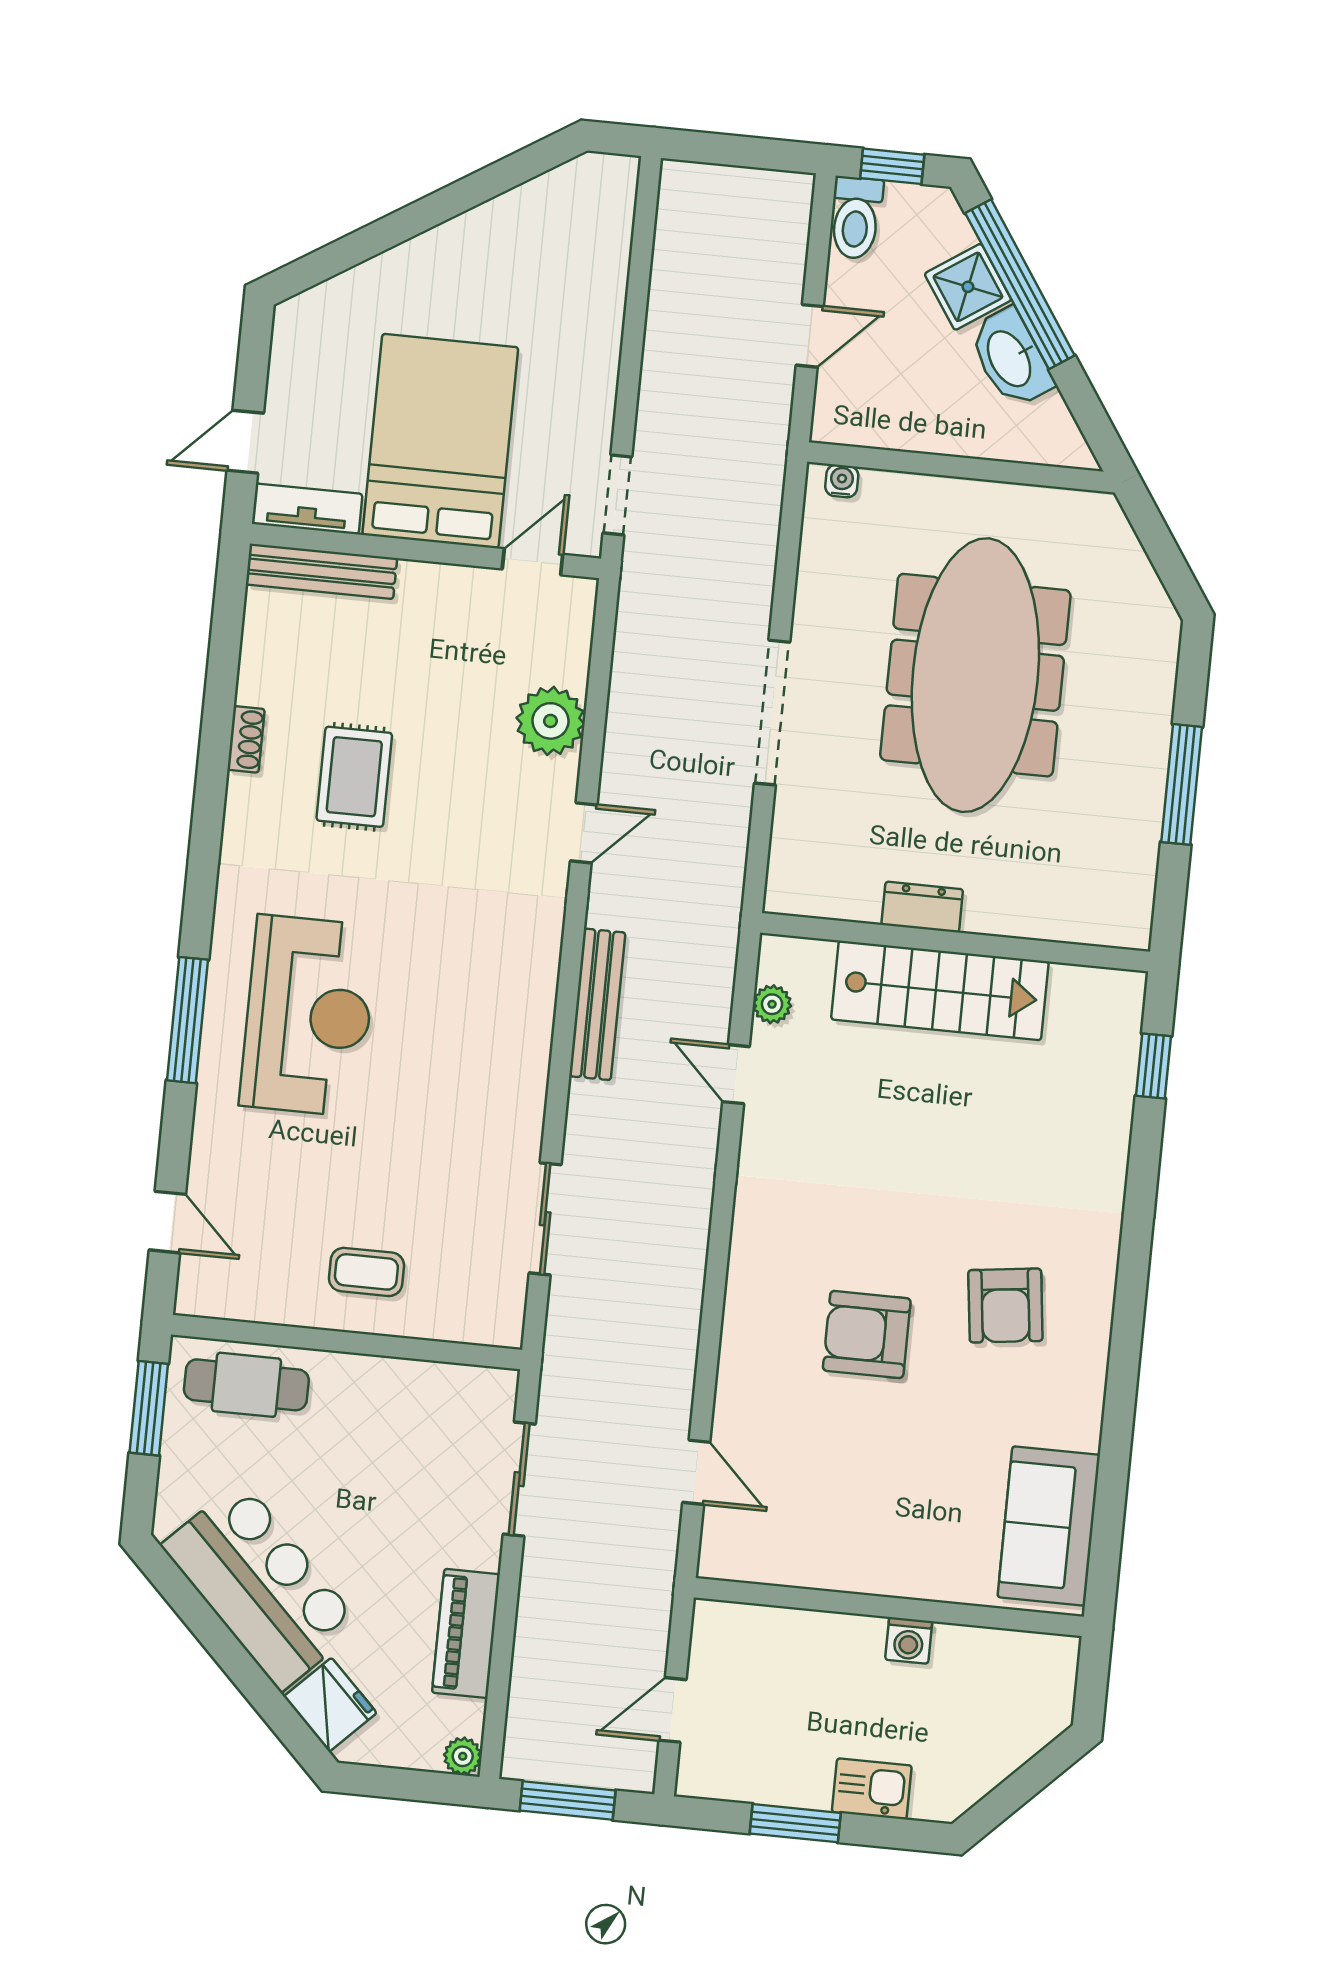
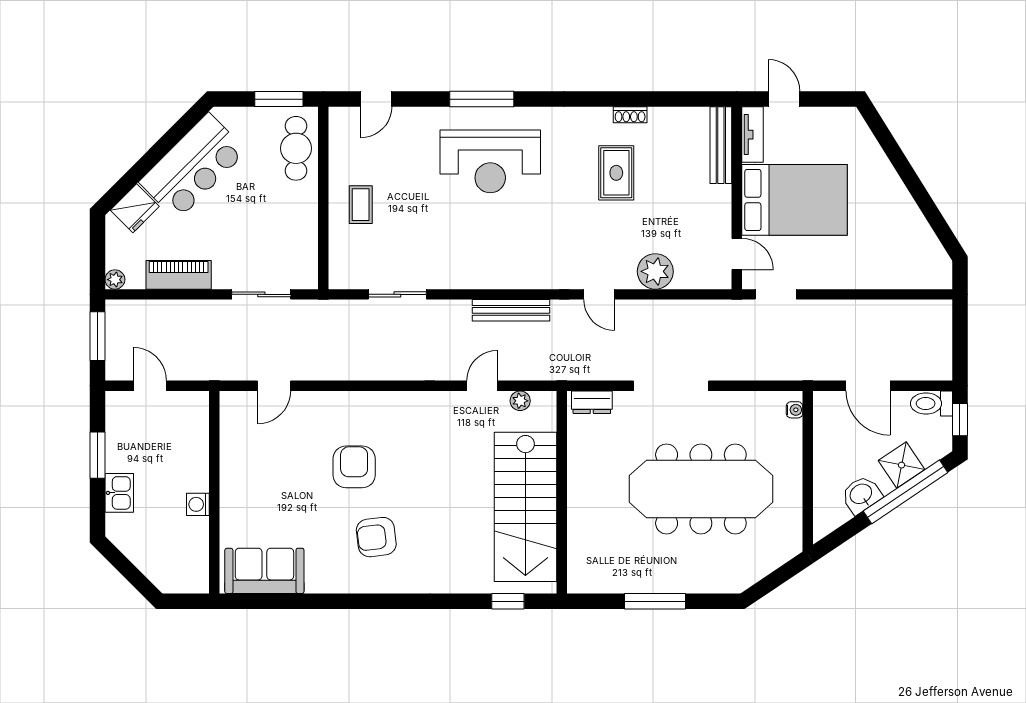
door: (810, 336) -> (868, 386), width x1.38
washbasin: (1011, 358) -> (861, 495), width x0.72
rug: (354, 777) -> (616, 173), turned 90
dresser: (922, 907) -> (592, 402), moved, turned 90
stairs: (940, 990) -> (525, 507), width x1.36, depth x1.51

